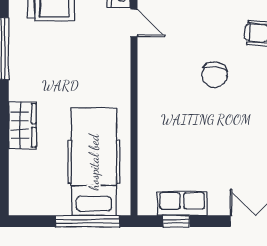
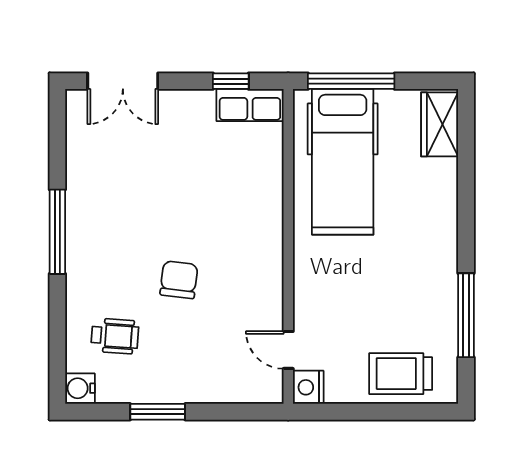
wardrobe: (22, 125) -> (440, 124), moved
row of seats: (182, 204) -> (250, 105), moved

